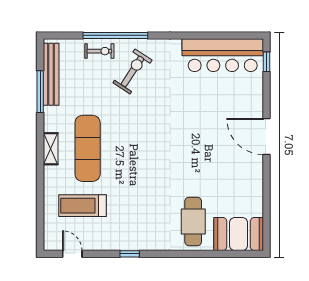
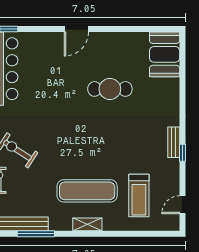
door: (266, 136) -> (76, 29), width x0.73
cafe table: (193, 221) -> (110, 89), moved
bench: (141, 244) -> (174, 142), added

